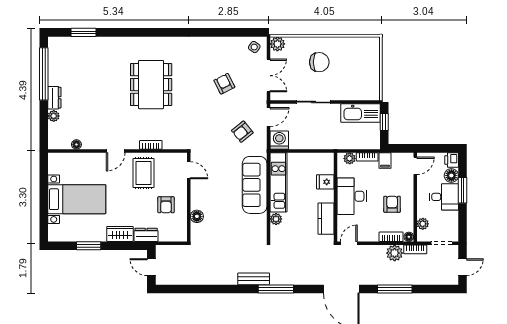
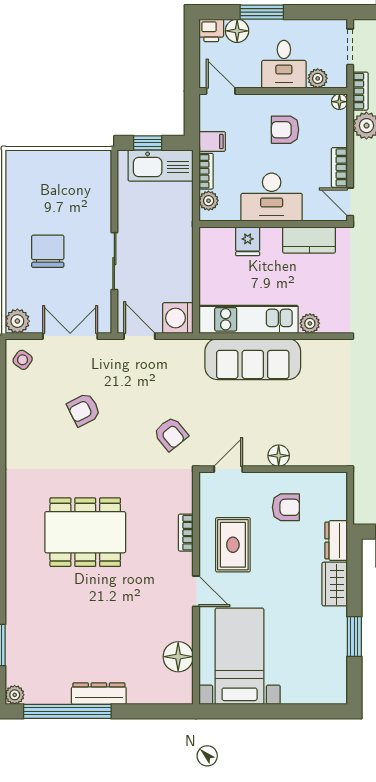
dresser: (54, 98) -> (99, 694), width x1.44
kitchen sink: (360, 113) -> (161, 165), moved, turned 90
plant: (54, 116) -> (15, 695), moved
armchair: (242, 132) -> (171, 434), moved
floor lamp: (76, 144) -> (178, 657), width x1.89, depth x1.89
rug: (144, 173) -> (233, 545), turned 90
desk: (444, 197) -> (284, 64), moved, turned 180
bed with nightstands: (77, 199) -> (240, 656), moved
floor lamp: (197, 216) -> (279, 456), moved
bookcase: (391, 237) -> (339, 167), moved

